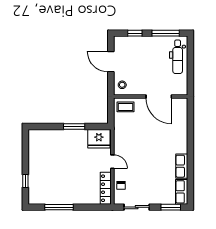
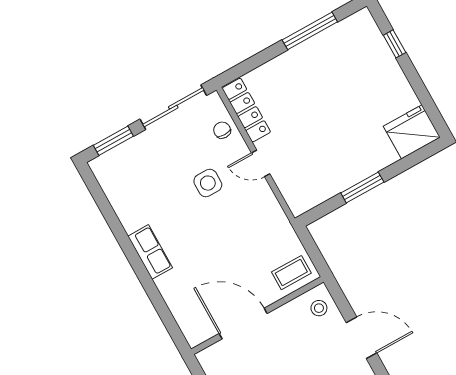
fridge: (99, 139) -> (412, 132), moved
side table: (140, 166) -> (208, 183), added
row of seats: (182, 166) -> (150, 252), moved
row of seats: (182, 192) -> (109, 178), removed
sliding door: (137, 207) -> (173, 107), width x1.37

